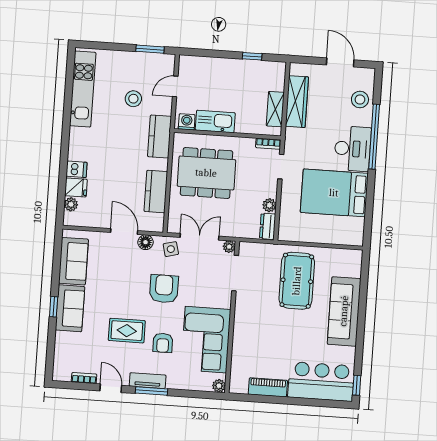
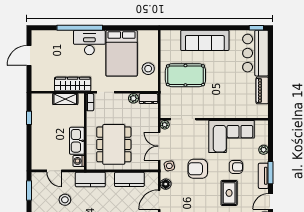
stool: (360, 100) -> (148, 69), moved
wardrobe: (297, 102) -> (73, 84), moved
plant: (219, 386) -> (264, 150), moved

